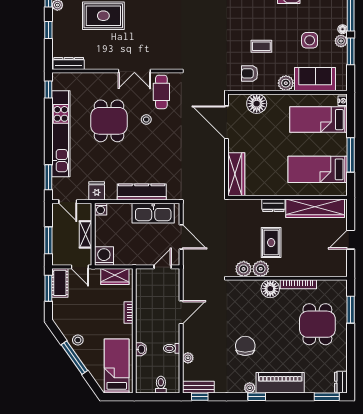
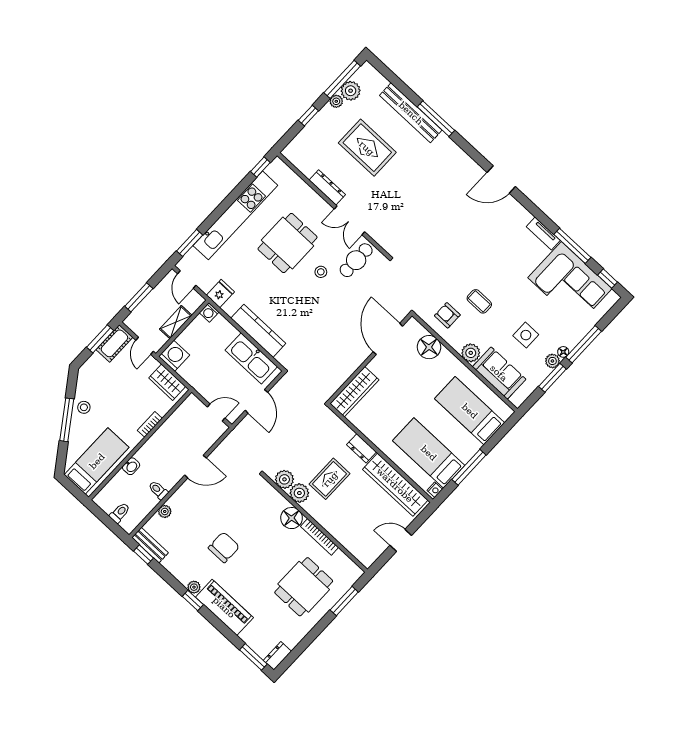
dresser: (69, 64) -> (327, 187), moved
nightstand: (343, 101) -> (435, 490), moved

